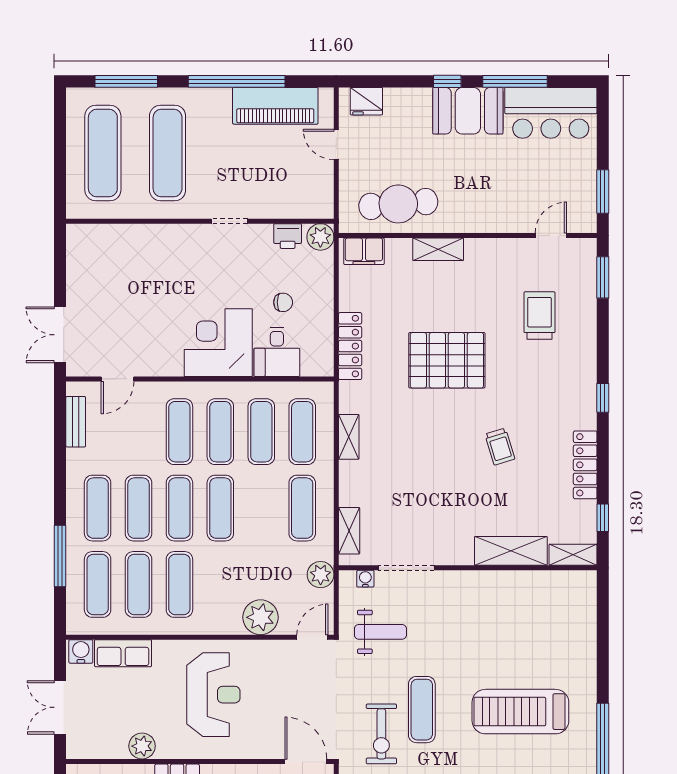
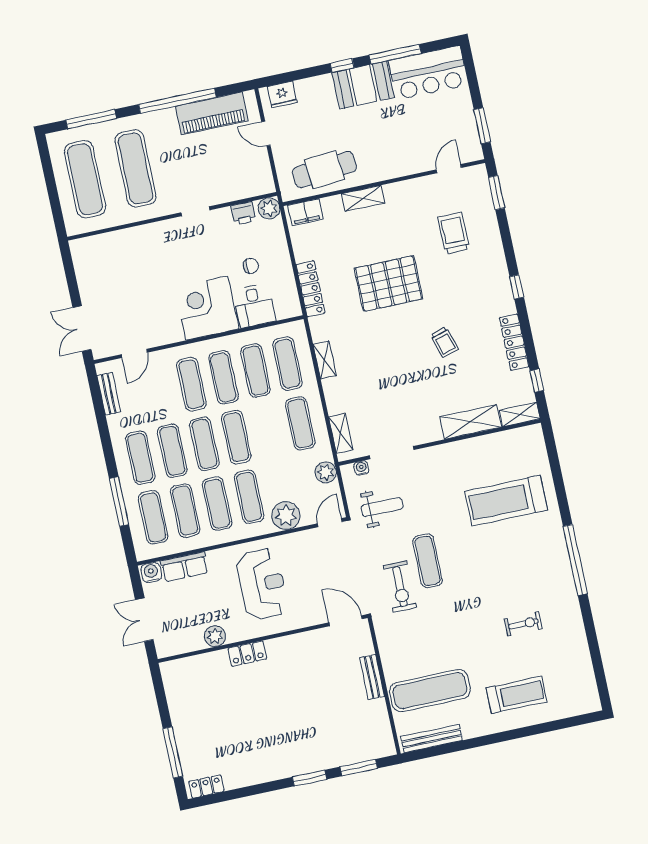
exercise mat: (220, 584) -> (249, 497), added
treadmill: (520, 712) -> (506, 501), moved

